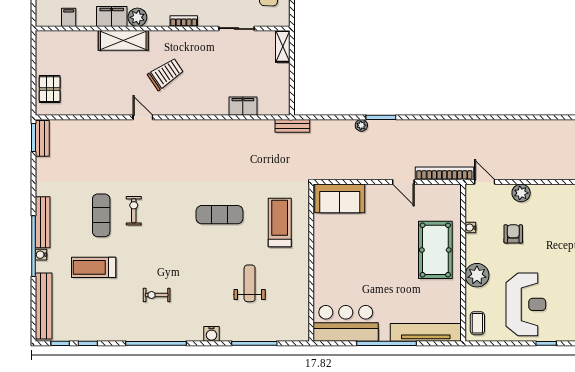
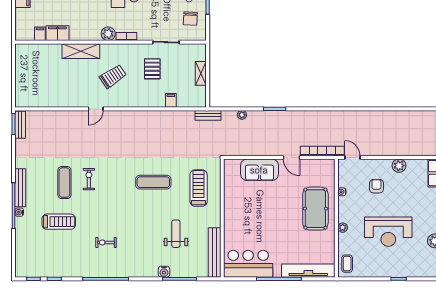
filing cabinet: (112, 17) -> (57, 33), moved
plant: (137, 17) -> (108, 34), moved
shelving: (283, 46) -> (201, 73), moved
pallet: (50, 89) -> (152, 69), moved
filing cabinet: (243, 106) -> (171, 100), width x0.50
door: (143, 117) -> (96, 109), swing flipped
plant: (361, 125) -> (242, 115), moved
plant: (521, 193) -> (399, 166), moved
sofa: (340, 198) -> (259, 170), moved
armchair: (513, 234) -> (376, 186), moved
treadmill: (94, 267) -> (59, 222), turned 180
plant: (477, 275) -> (343, 228), width x0.53, depth x0.53
reception desk: (526, 304) -> (388, 232), moved, turned 90
bench: (44, 306) -> (215, 252), moved
water cooler: (212, 334) -> (164, 272), moved

